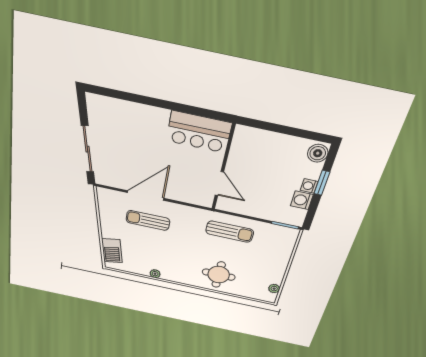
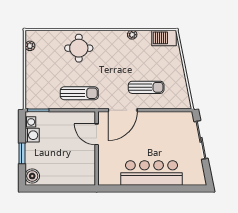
bar counter: (199, 132) -> (151, 173), moved, width x1.36
washing machine: (309, 186) -> (30, 122), moved
door: (146, 195) -> (123, 110), moved
sun lounger: (230, 232) -> (79, 93), turned 180
barbecue: (112, 251) -> (164, 38), moved, turned -79

